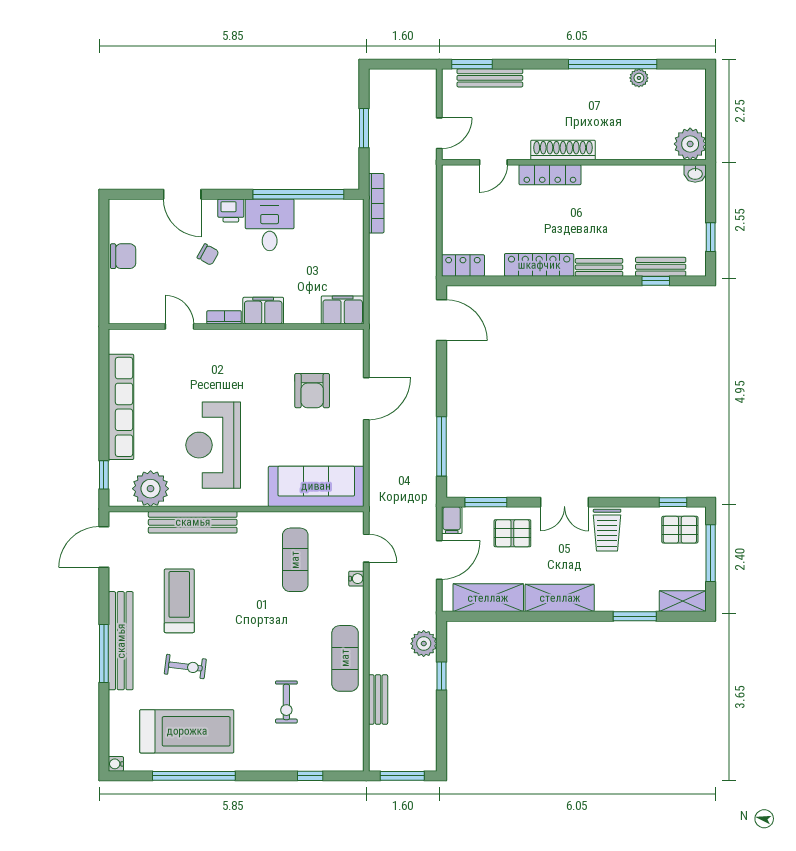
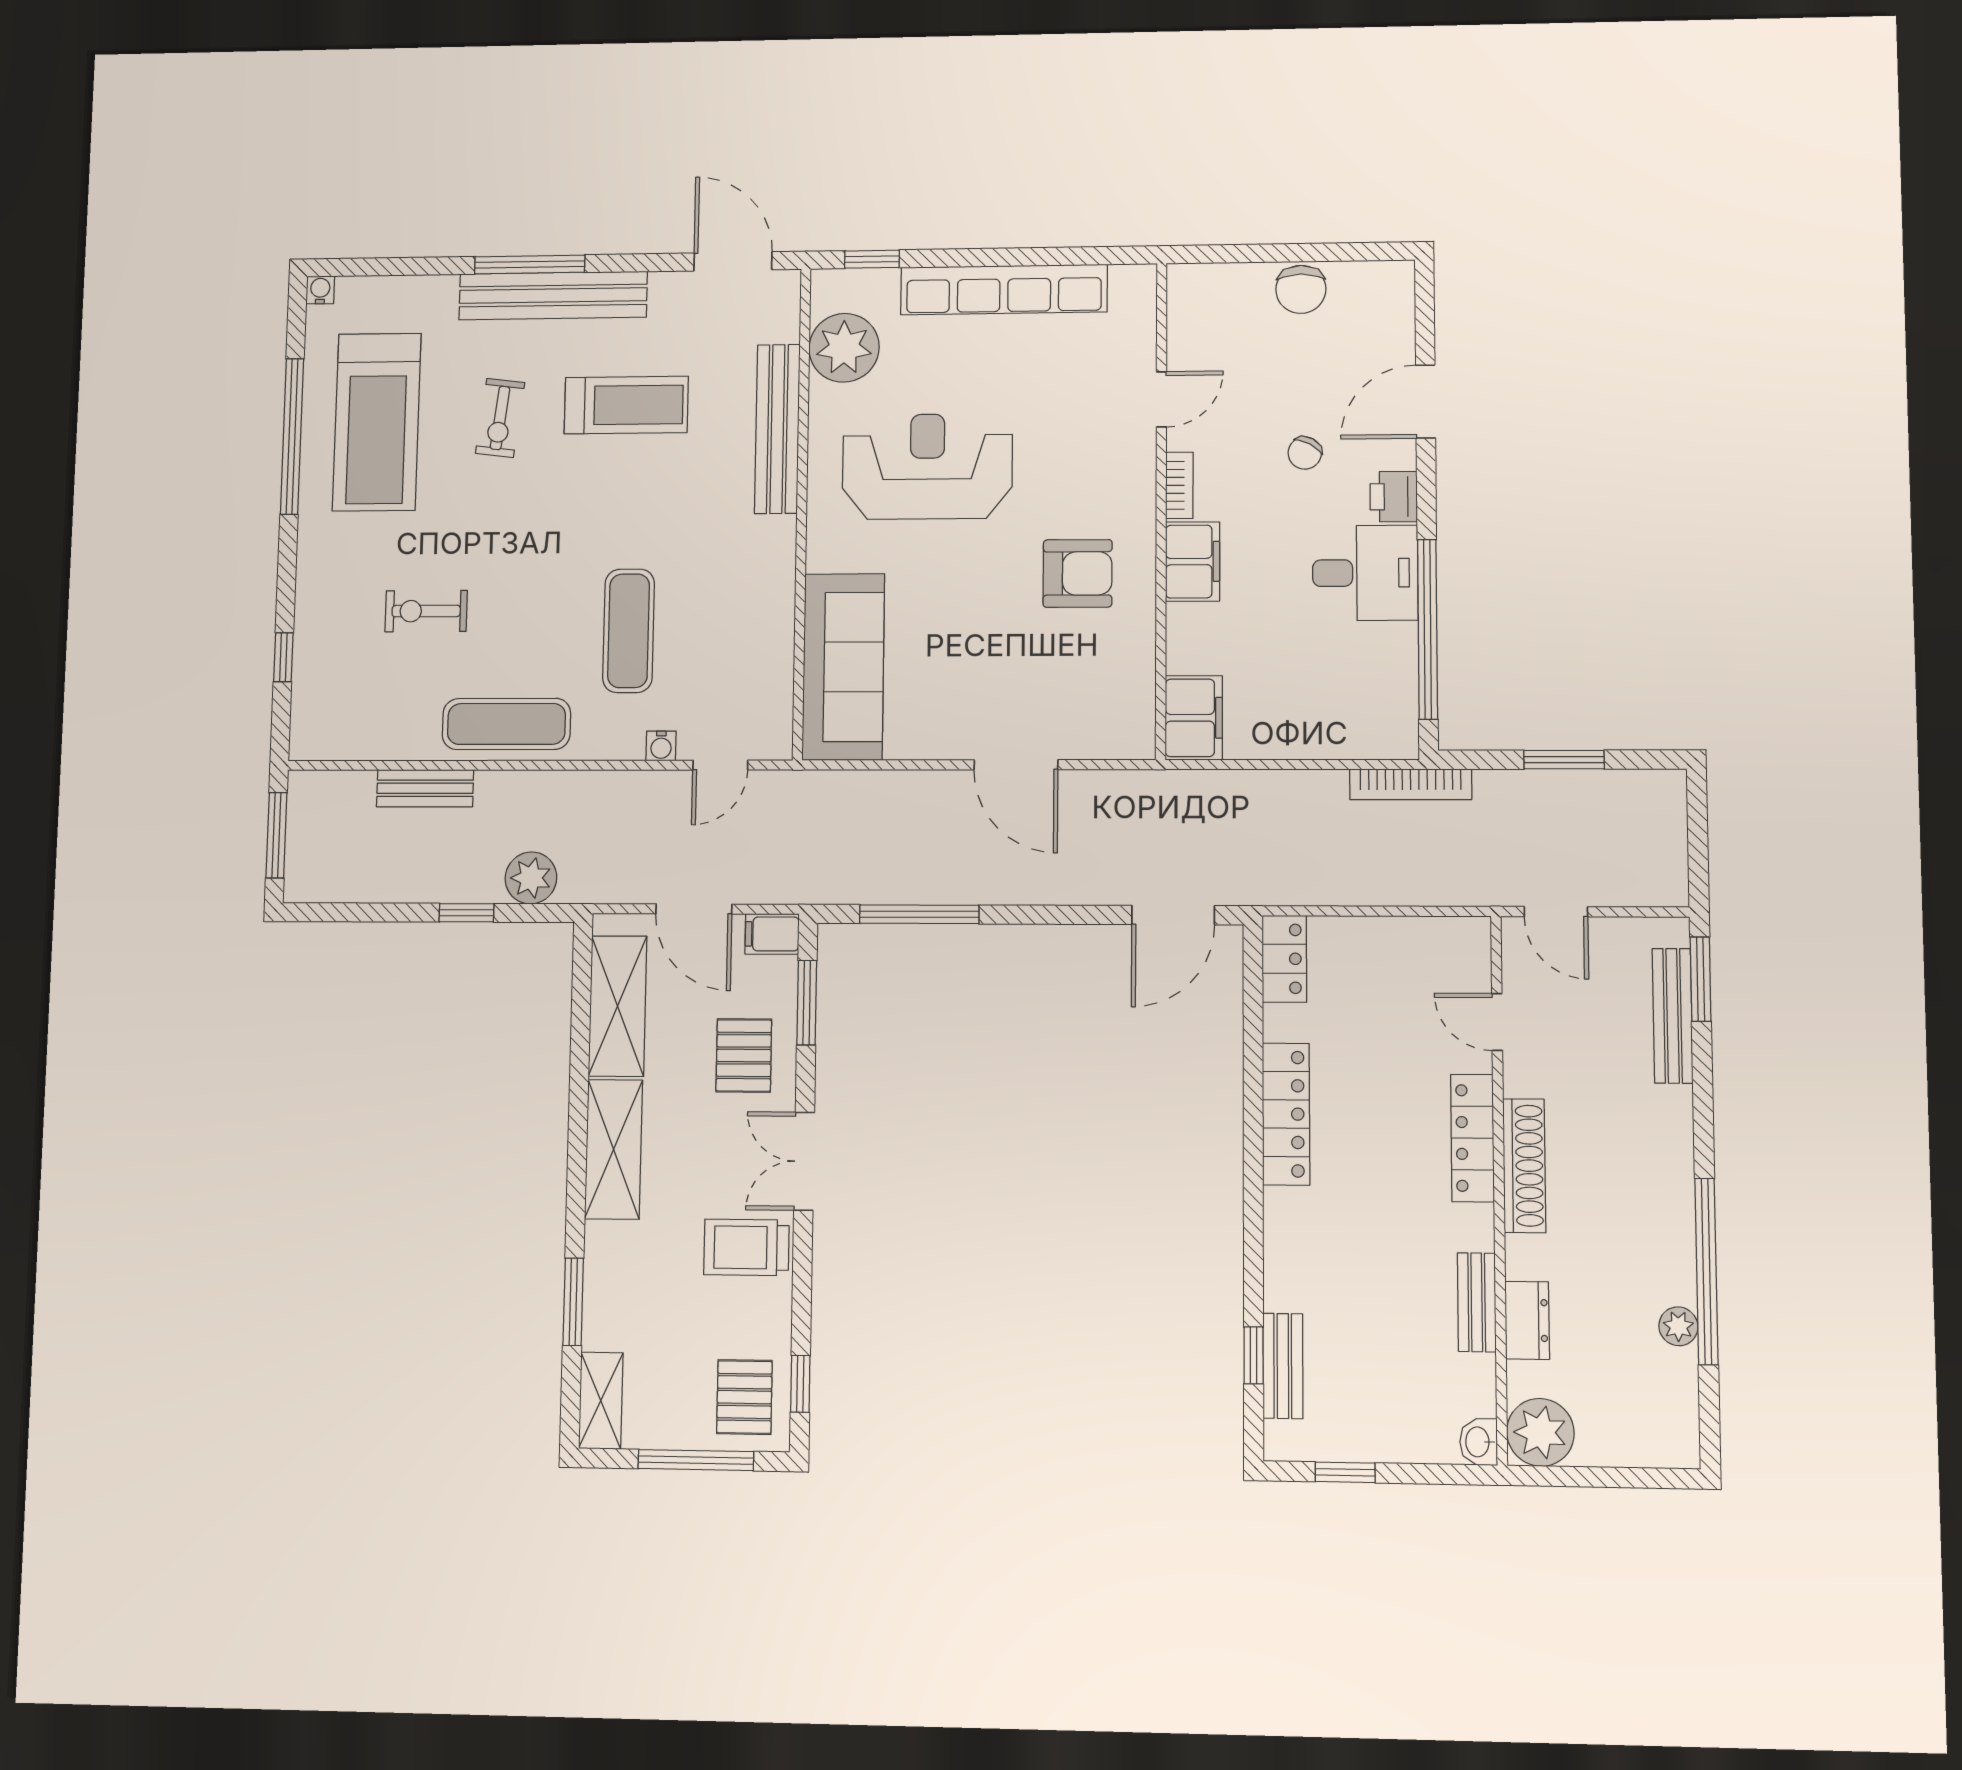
dresser: (637, 150) -> (1527, 1320), added
bench: (599, 267) -> (1477, 1302), moved
armchair: (312, 391) -> (1078, 573), moved, turned 180
exercise mat: (295, 560) -> (629, 631), moved, turned 90

